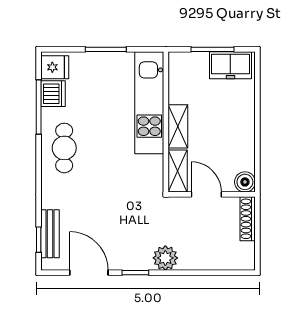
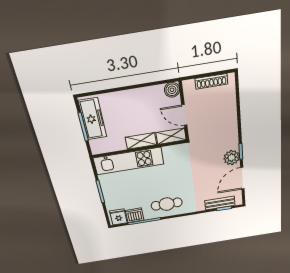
freezer: (230, 65) -> (93, 119), width x1.40
door: (206, 194) -> (184, 115), hinge flipped
shoe rack: (248, 219) -> (211, 81), moved
plant: (165, 258) -> (232, 158), moved

